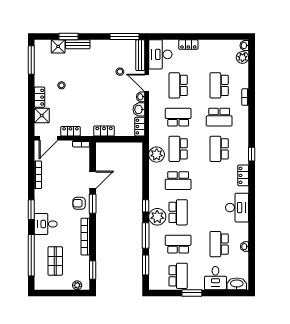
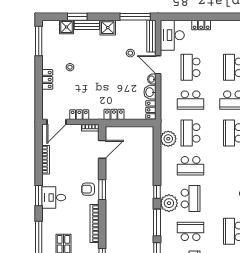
shower: (42, 116) -> (108, 28), moved
school desk: (178, 117) -> (191, 100), turned 180
door: (93, 180) -> (102, 149), moved
desk: (46, 224) -> (54, 198), moved

